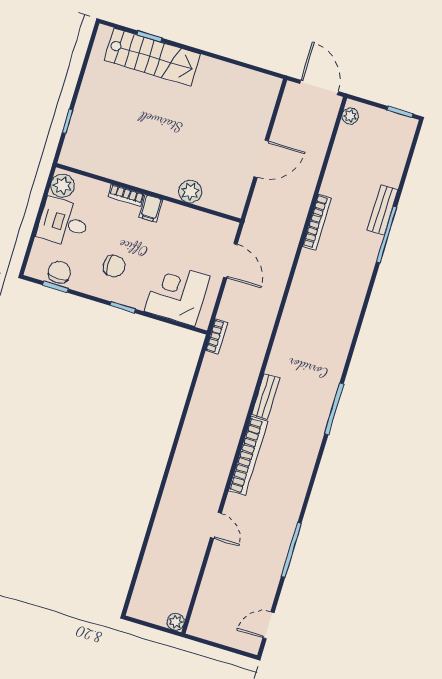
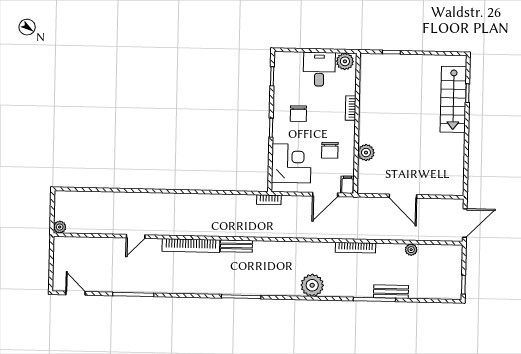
plant: (350, 116) -> (411, 250), moved
filing cabinet: (151, 208) -> (347, 185), moved, turned 90
bookcase: (317, 222) -> (355, 248), moved
chair: (59, 272) -> (330, 150), moved, turned 90
plant: (345, 311) -> (312, 285), added

